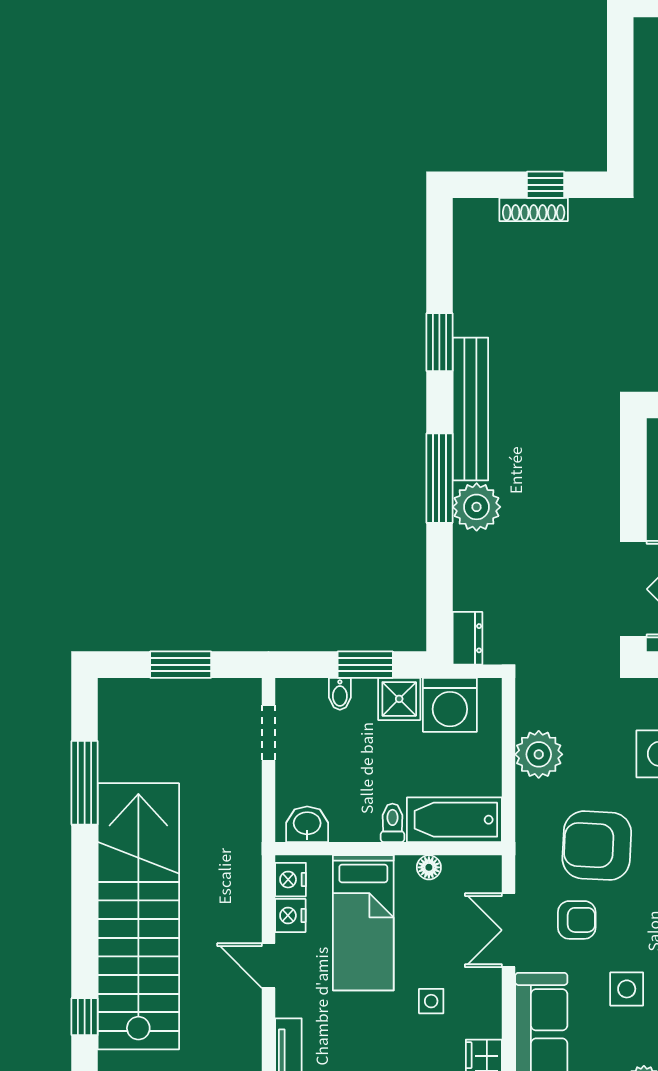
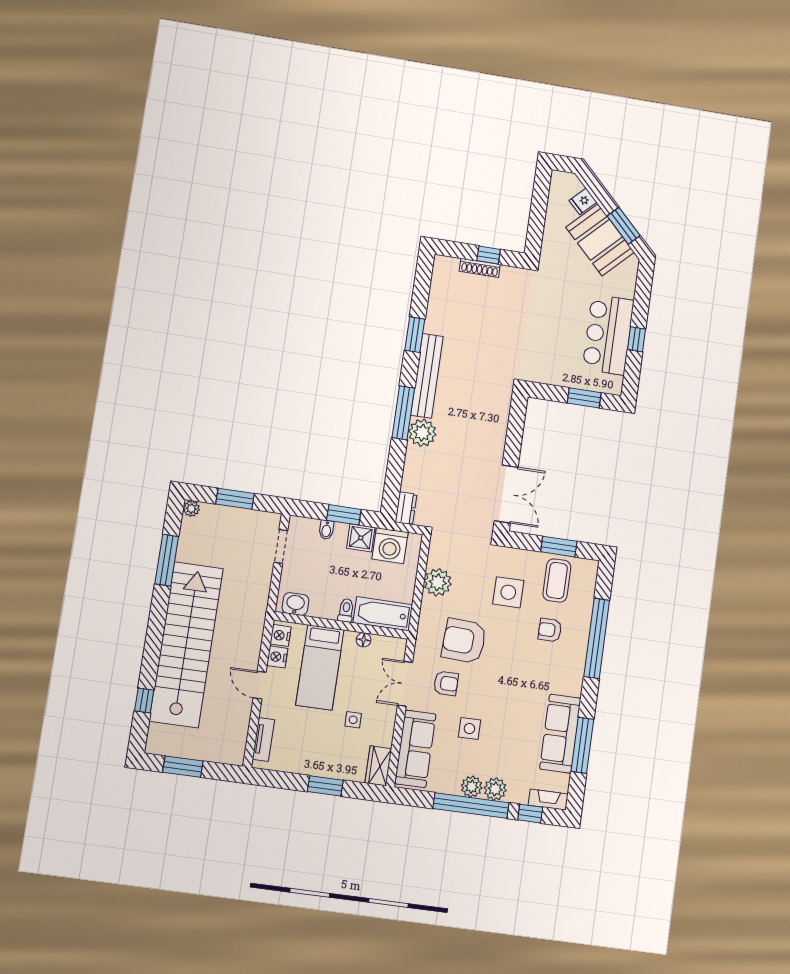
plant: (111, 692) -> (191, 509), added

